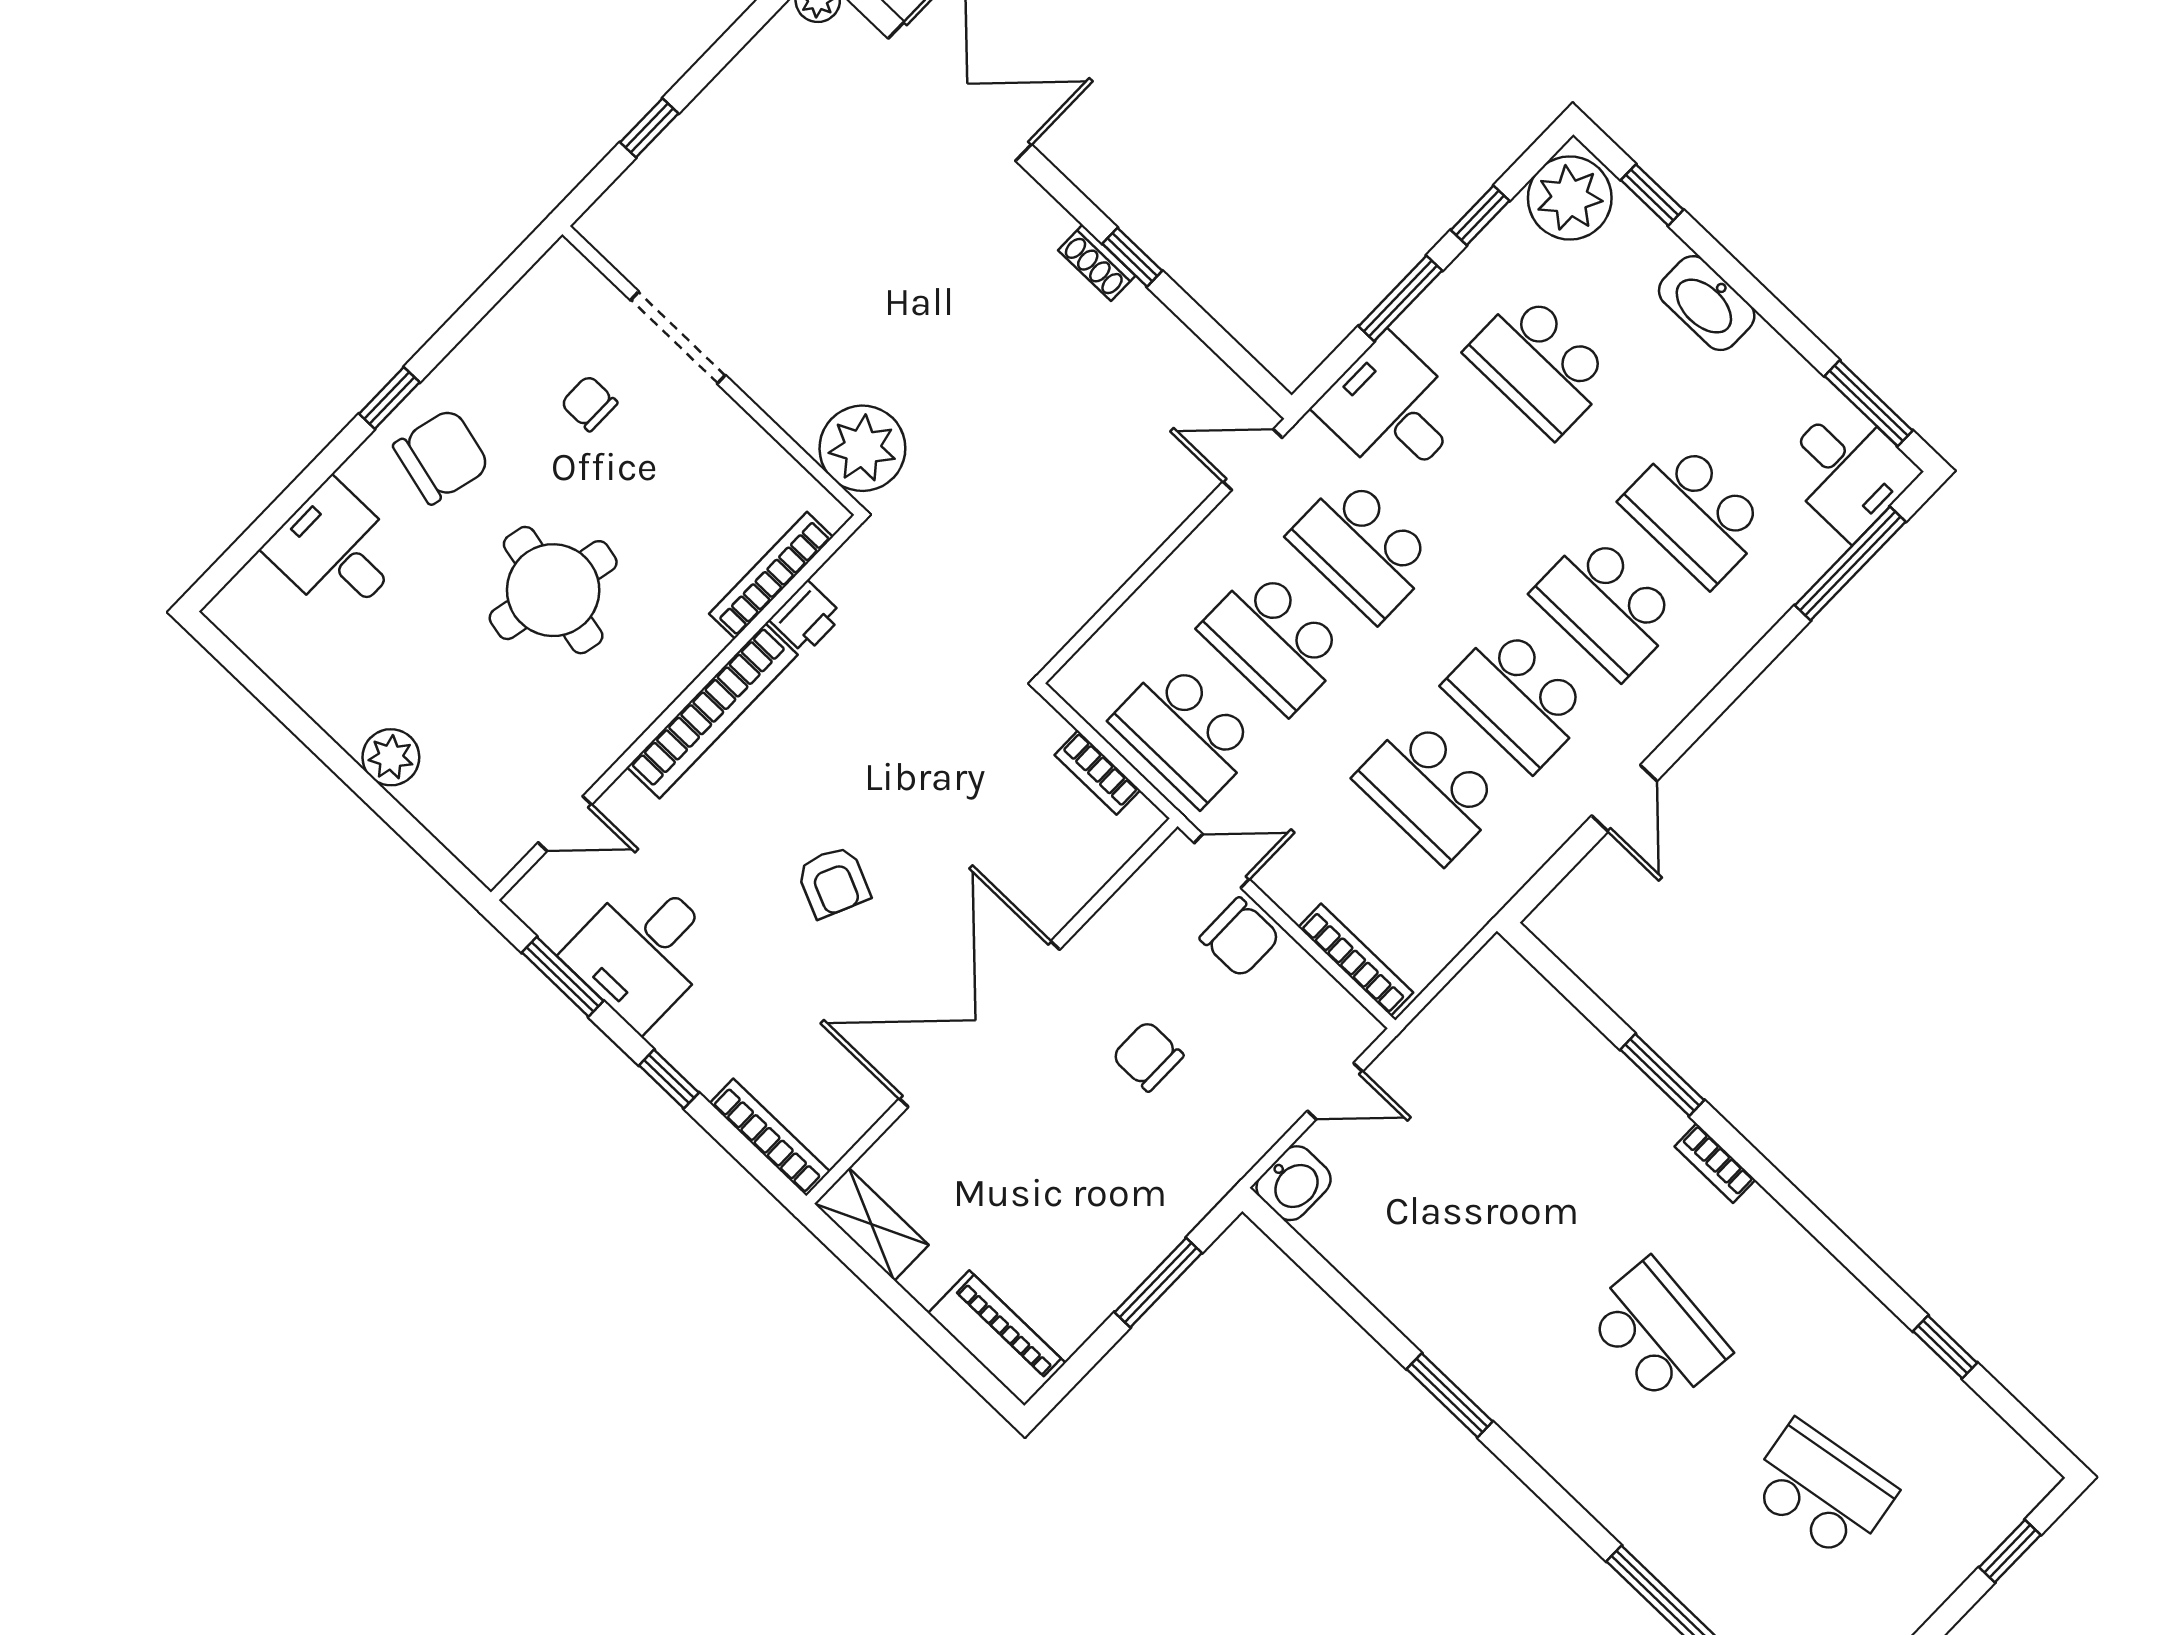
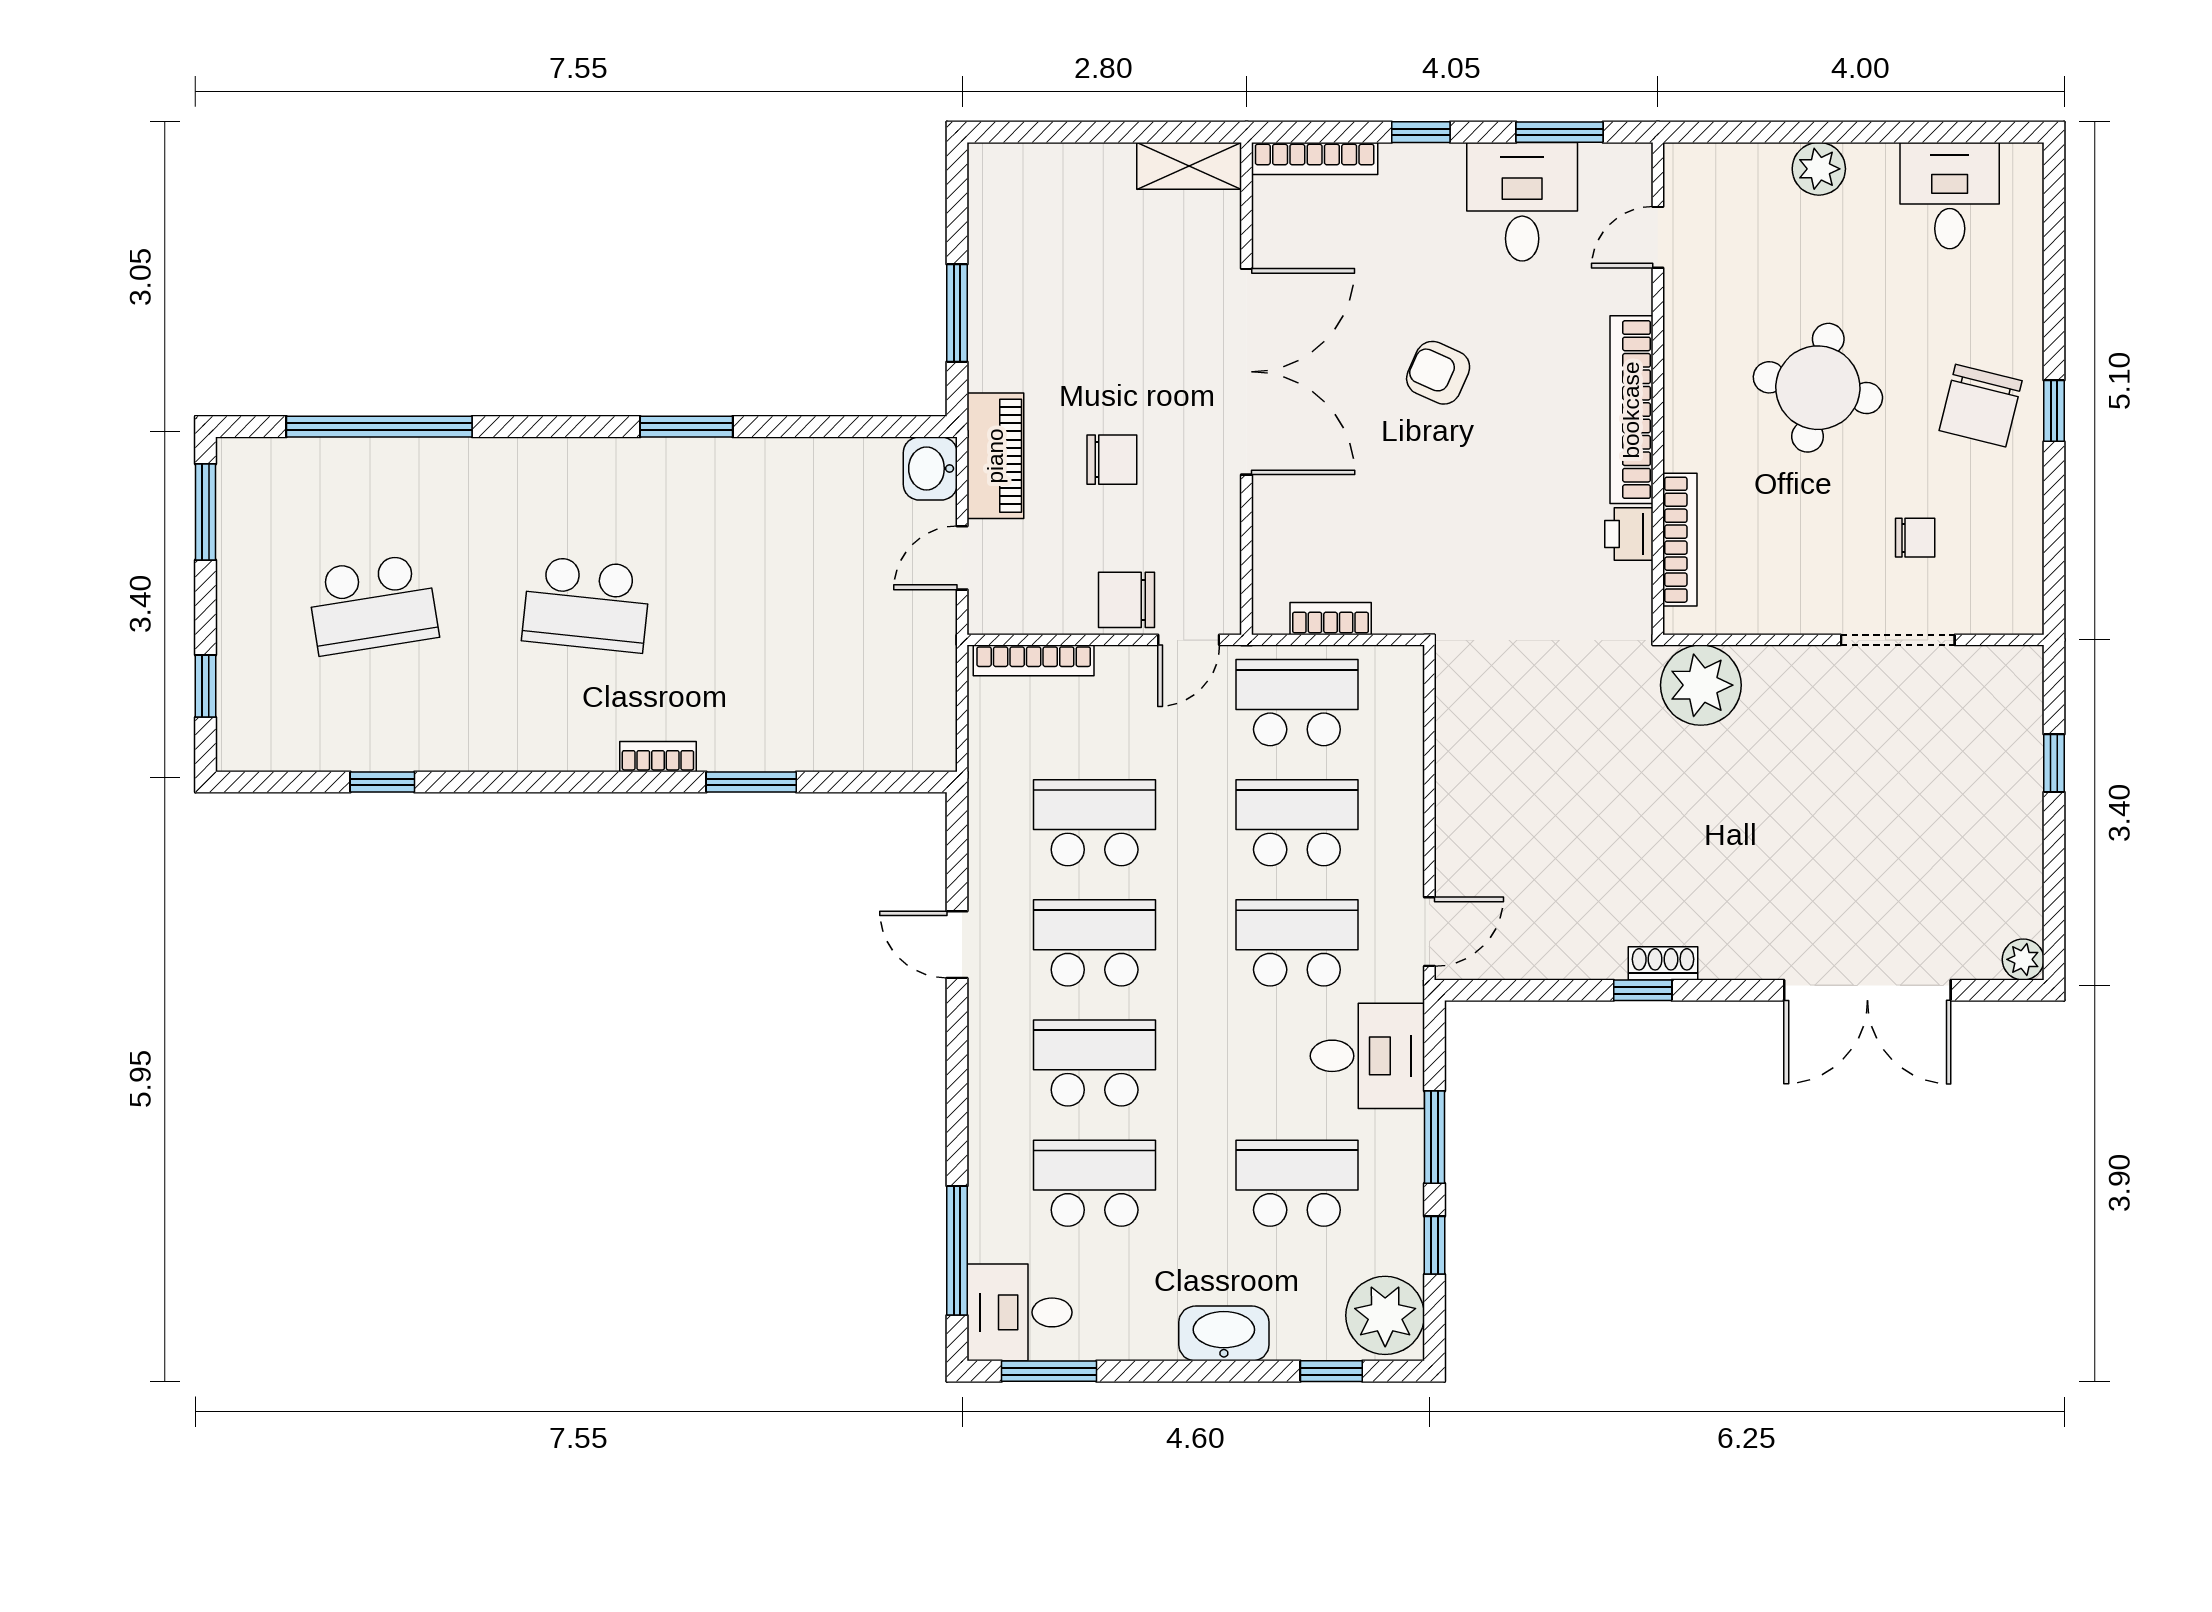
desk: (336, 551) -> (1950, 196), moved, turned -90
piano: (997, 1338) -> (995, 456), moved, turned -90

